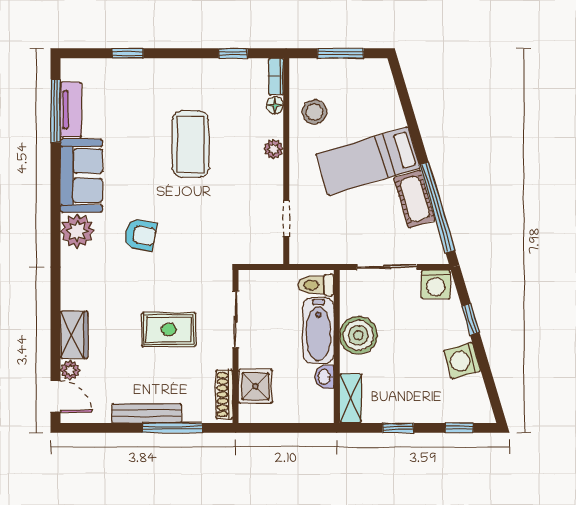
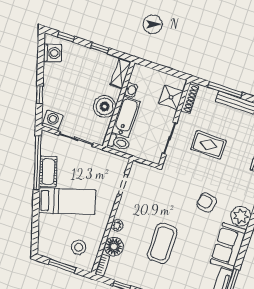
floor lamp: (275, 105) -> (114, 247), width x1.89, depth x1.89
stool: (315, 112) -> (79, 247), moved
washing machine: (462, 361) -> (53, 53), moved

